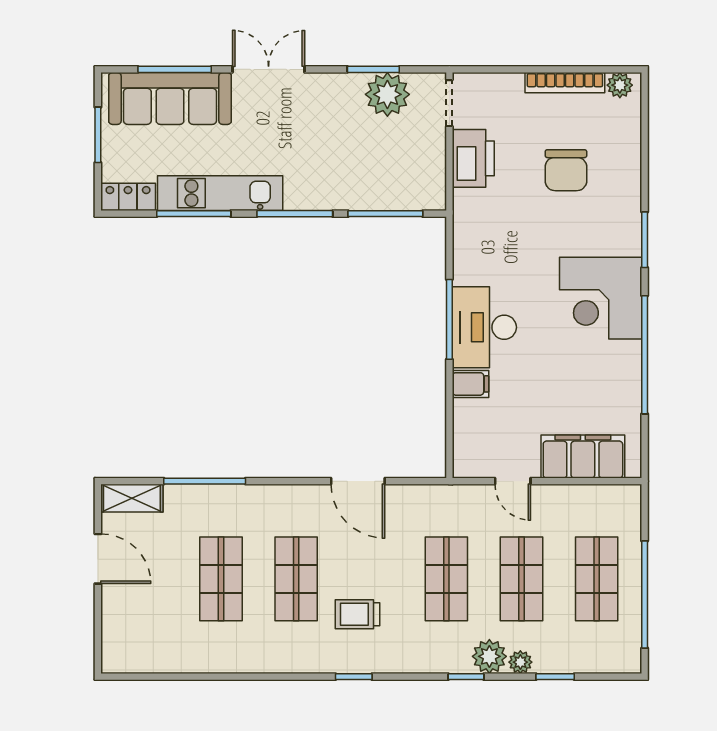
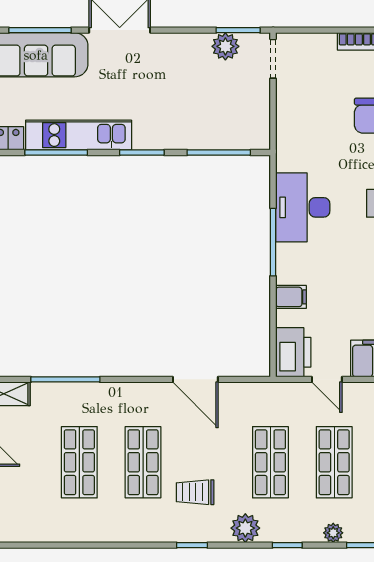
window: (373, 69) -> (238, 30), moved
plant: (387, 94) -> (225, 46), width x0.73, depth x0.73
printer: (473, 158) -> (293, 352), moved
window: (295, 214) -> (142, 153), width x0.69
desk: (484, 327) -> (303, 207), moved
plant: (489, 656) -> (245, 528), moved

